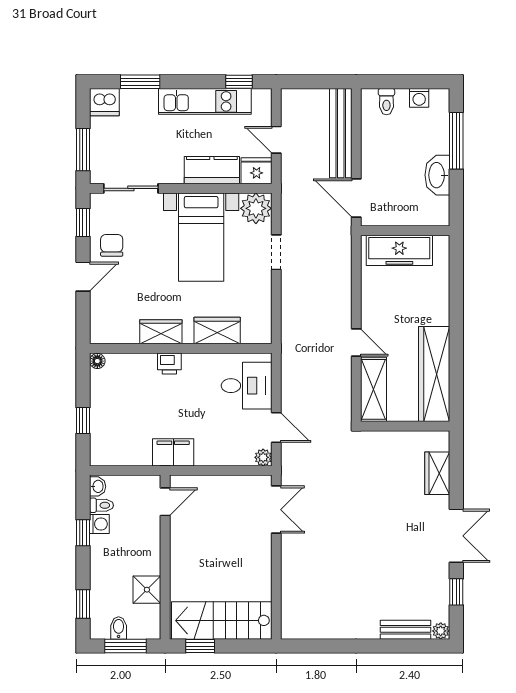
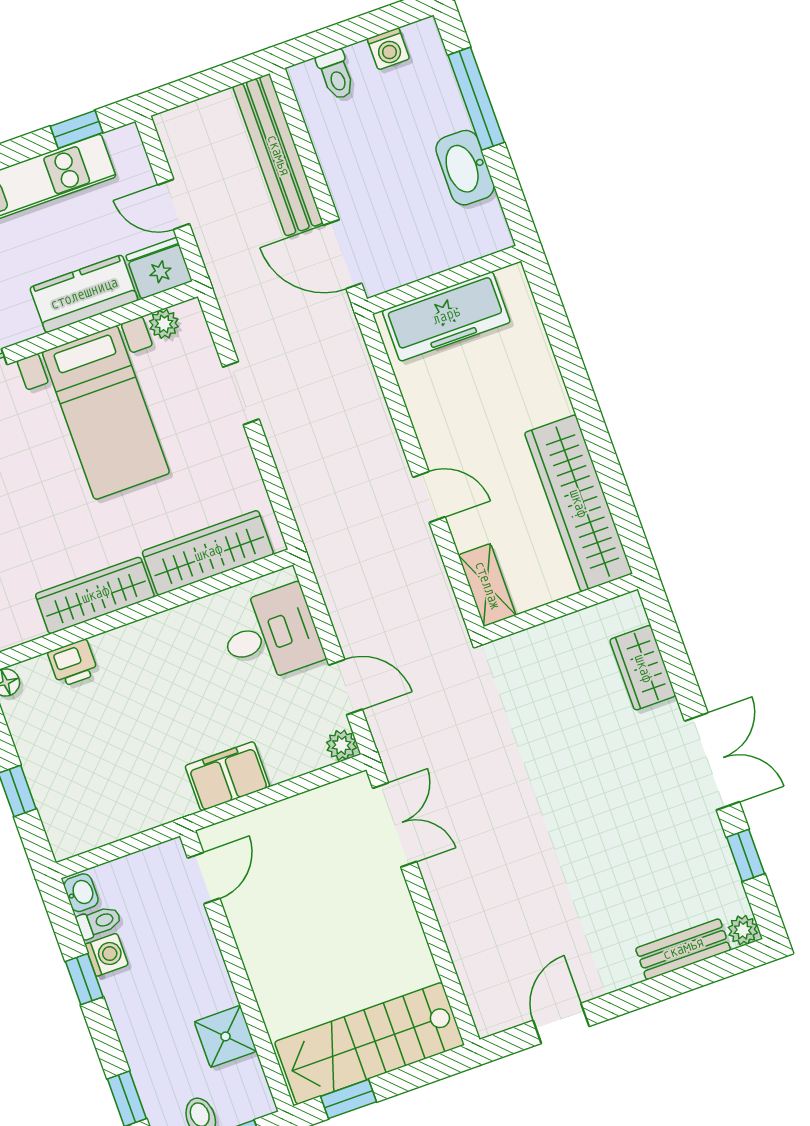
plant: (256, 208) -> (164, 324), width x0.53, depth x0.53
wardrobe: (217, 330) -> (208, 553), width x1.50
wardrobe: (161, 332) -> (95, 595), width x1.50
printer: (169, 363) -> (73, 663), moved
shelving: (374, 389) -> (487, 585), width x0.67, depth x0.75
filing cabinet: (173, 452) -> (227, 776), moved
door: (327, 646) -> (561, 1023), added

